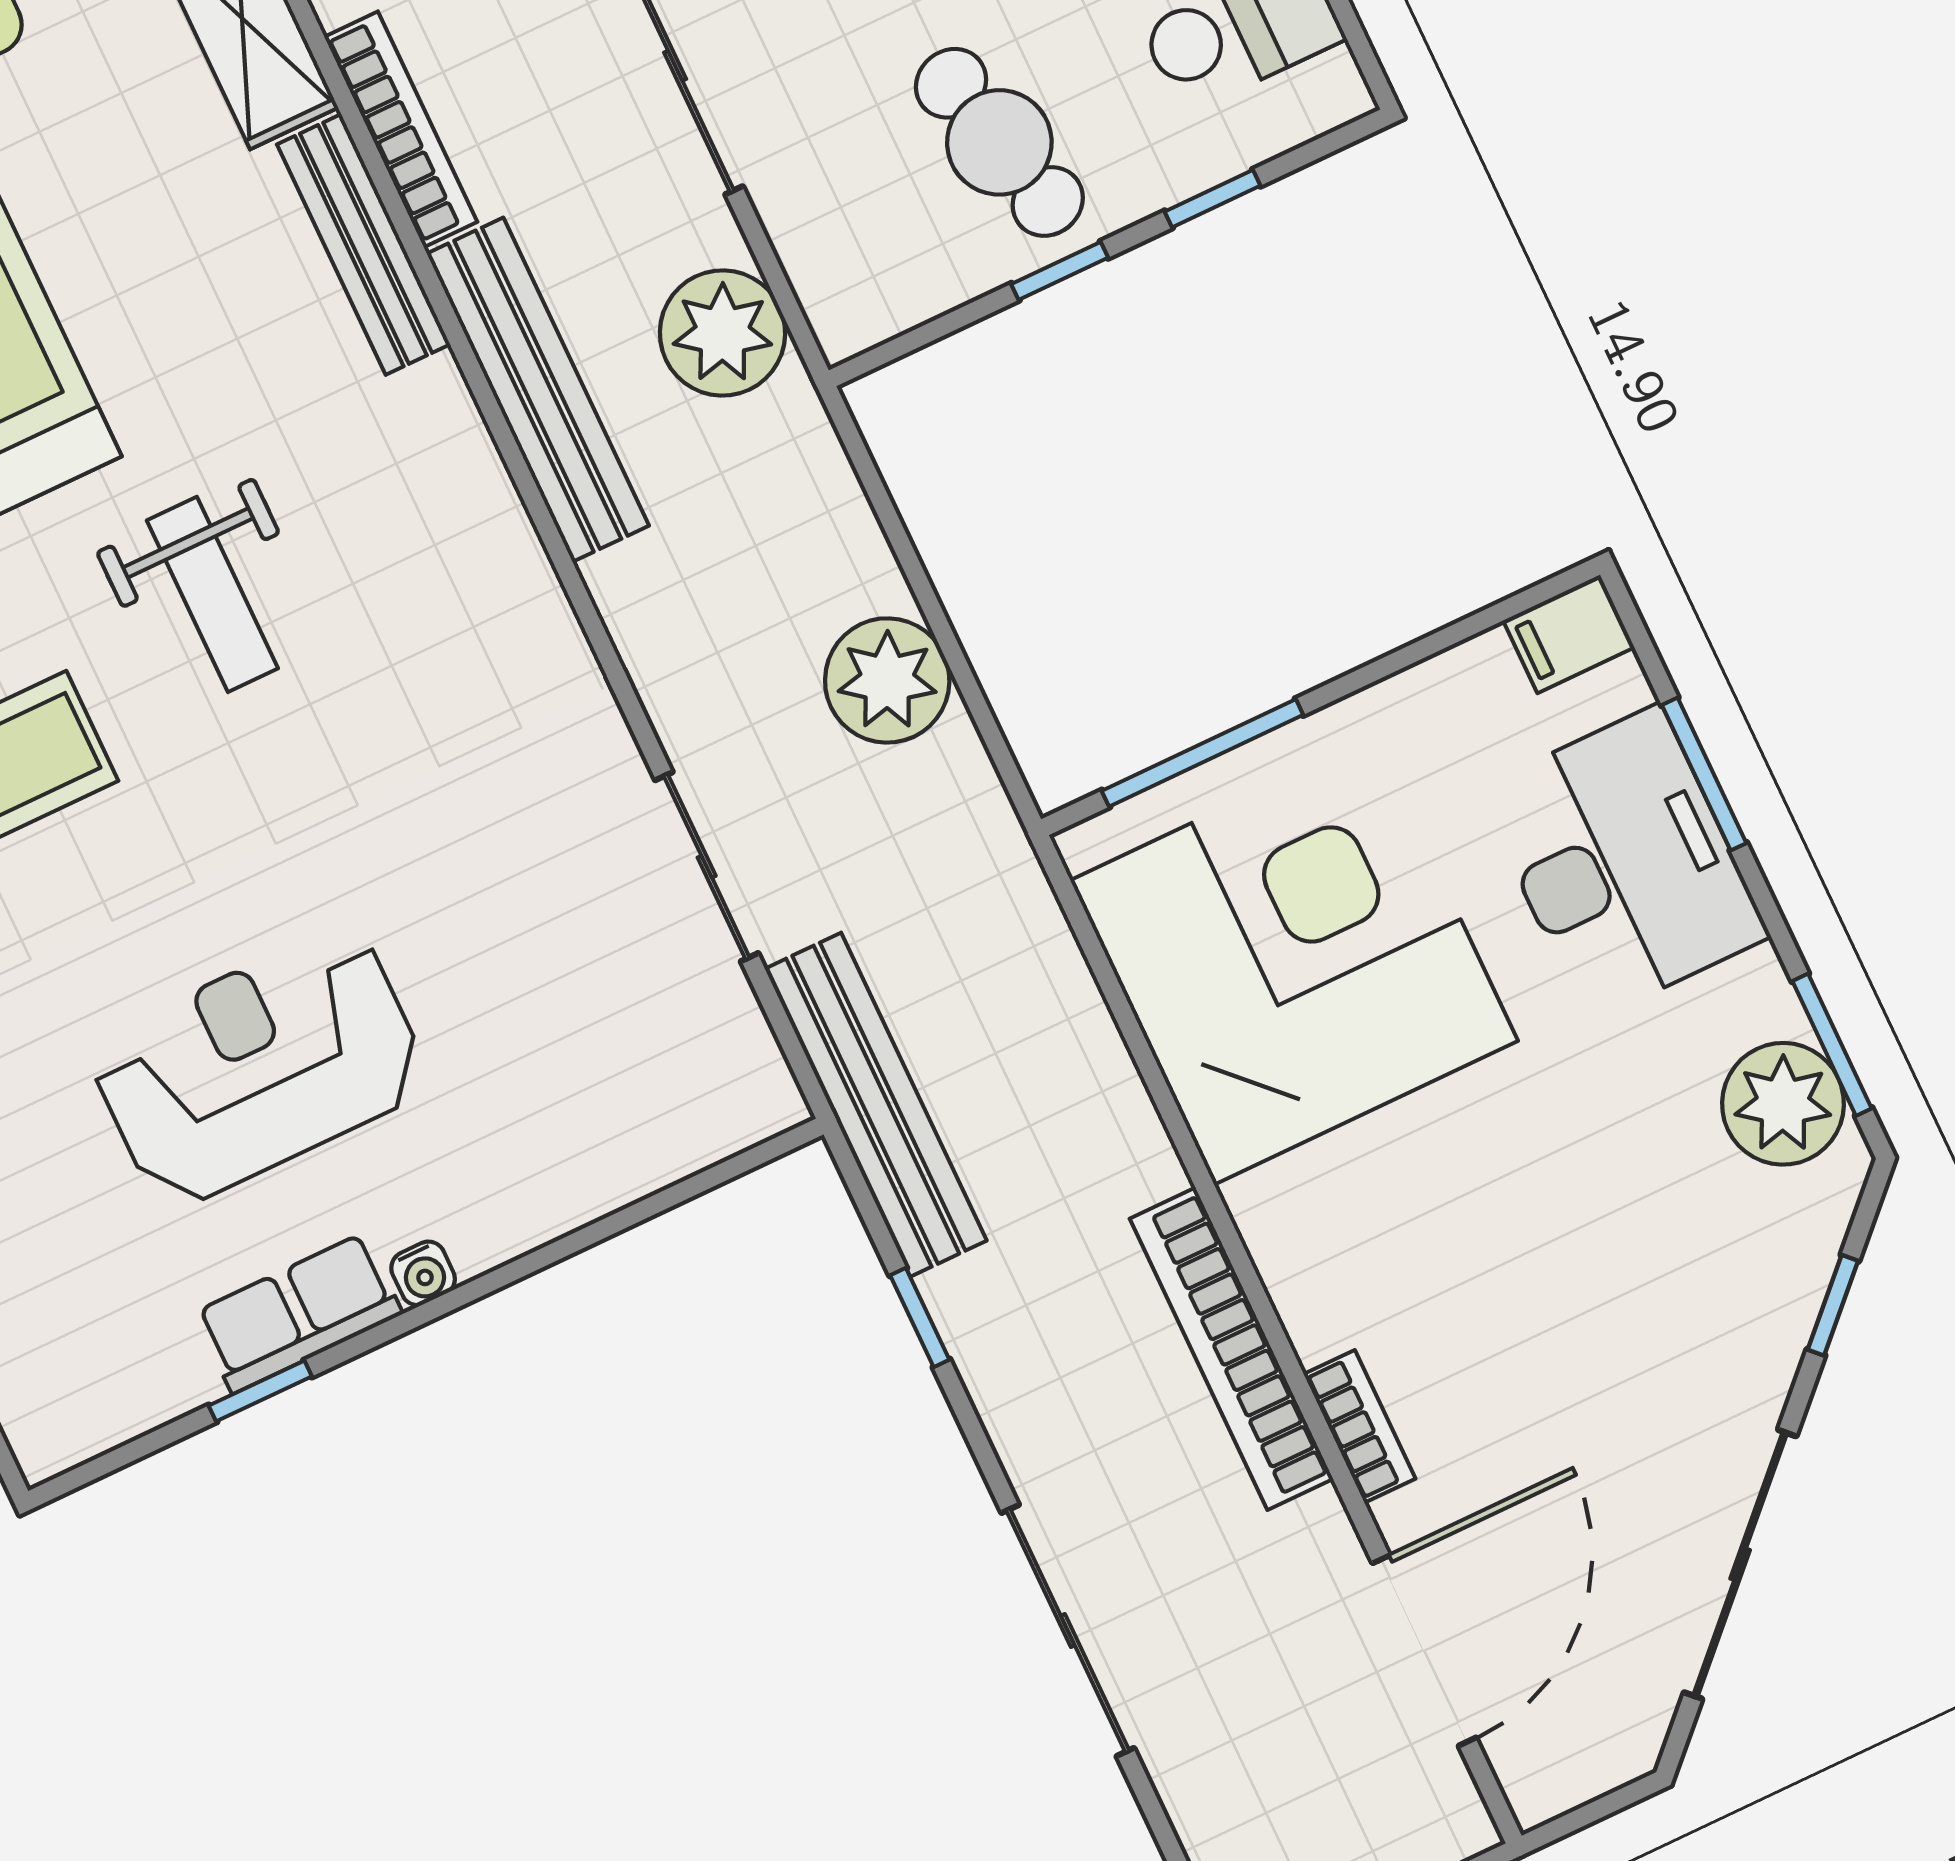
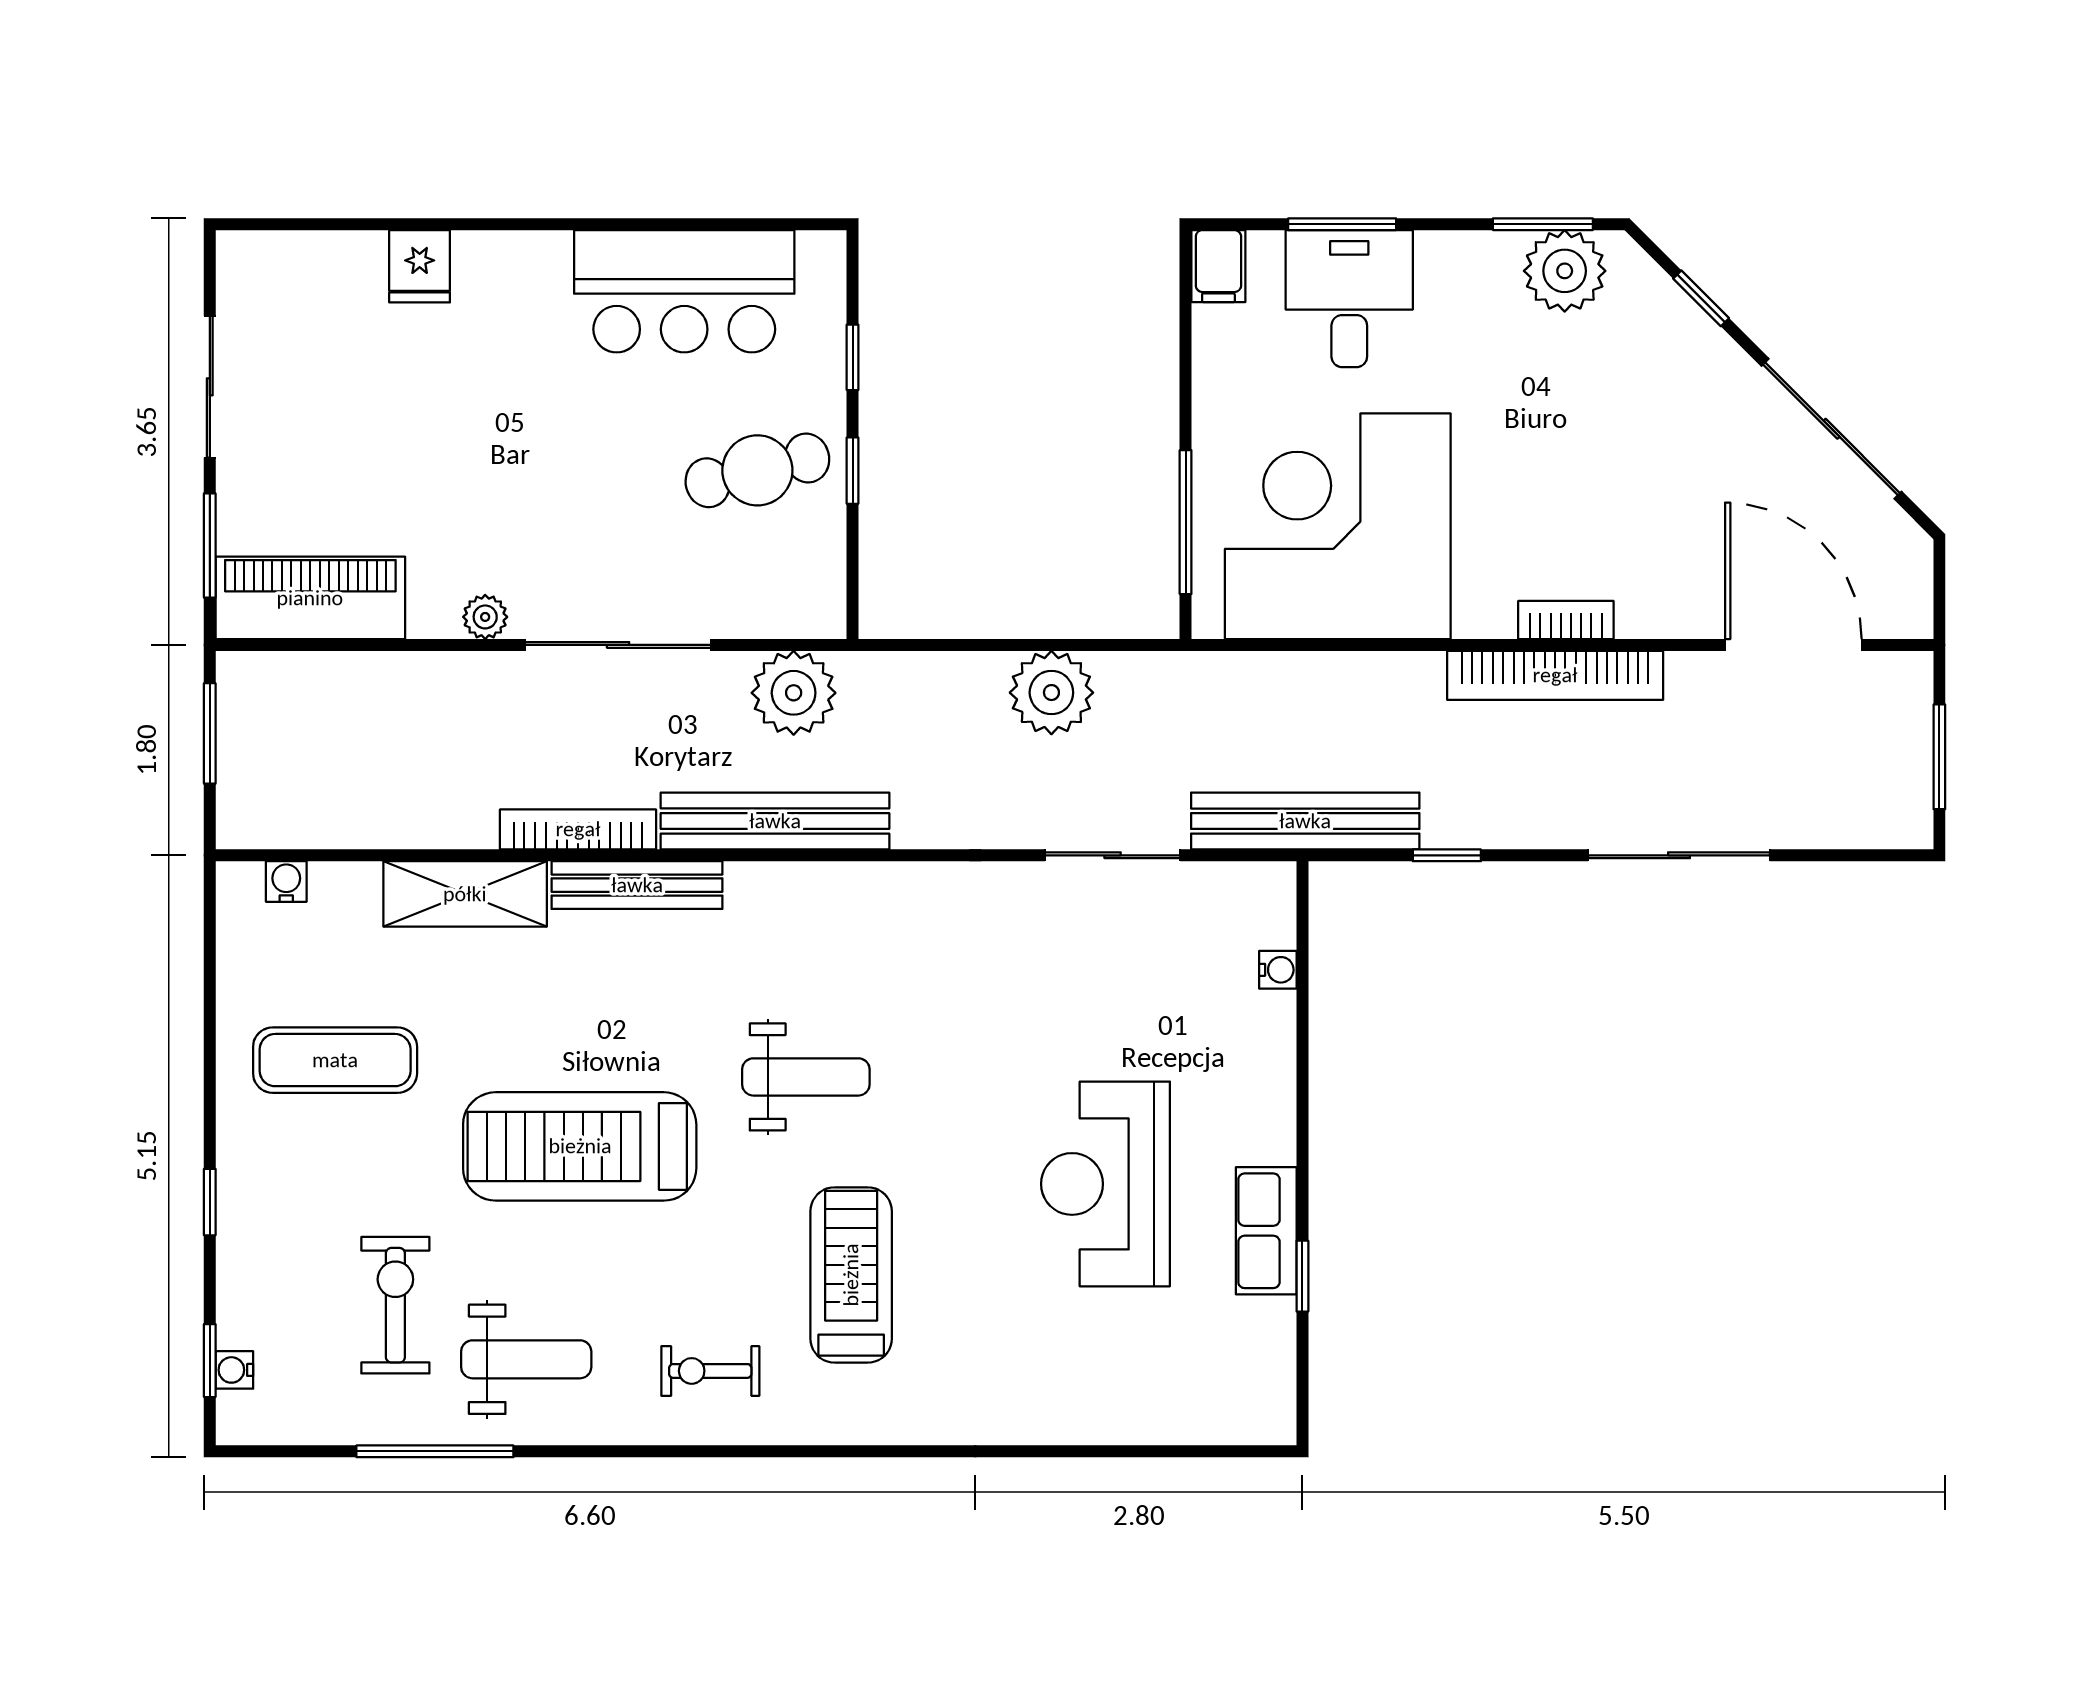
desk: (1623, 863) -> (1349, 299), width x0.73
water cooler: (423, 1273) -> (1278, 970), moved
bookcase: (1359, 1426) -> (1566, 620), moved

